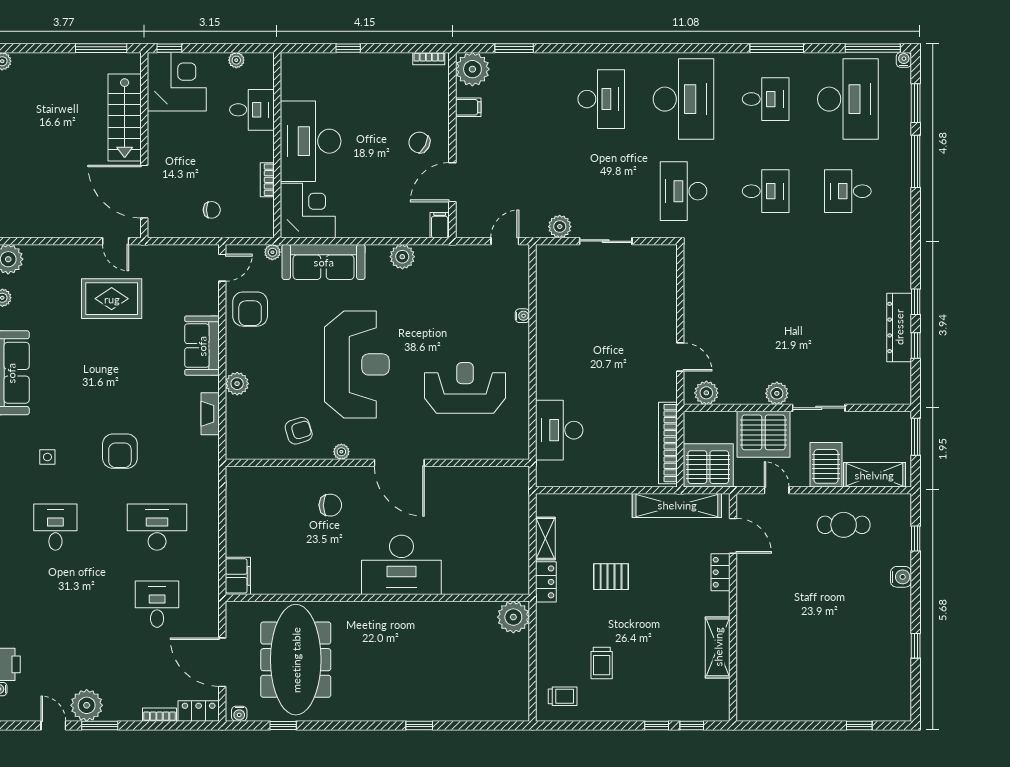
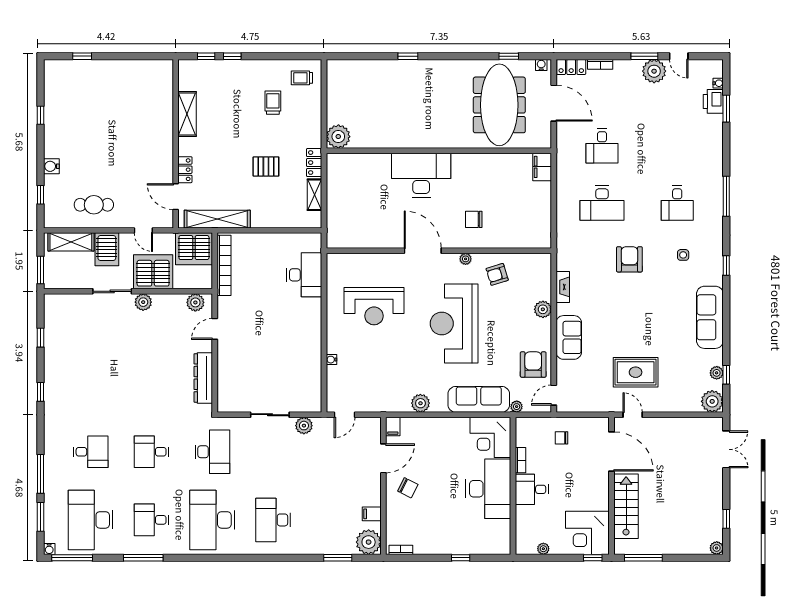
desk: (252, 110) -> (532, 489), moved
window: (916, 302) -> (40, 392), moved
dresser: (899, 327) -> (203, 378), moved, turned 180
door: (680, 357) -> (215, 329), hinge flipped

